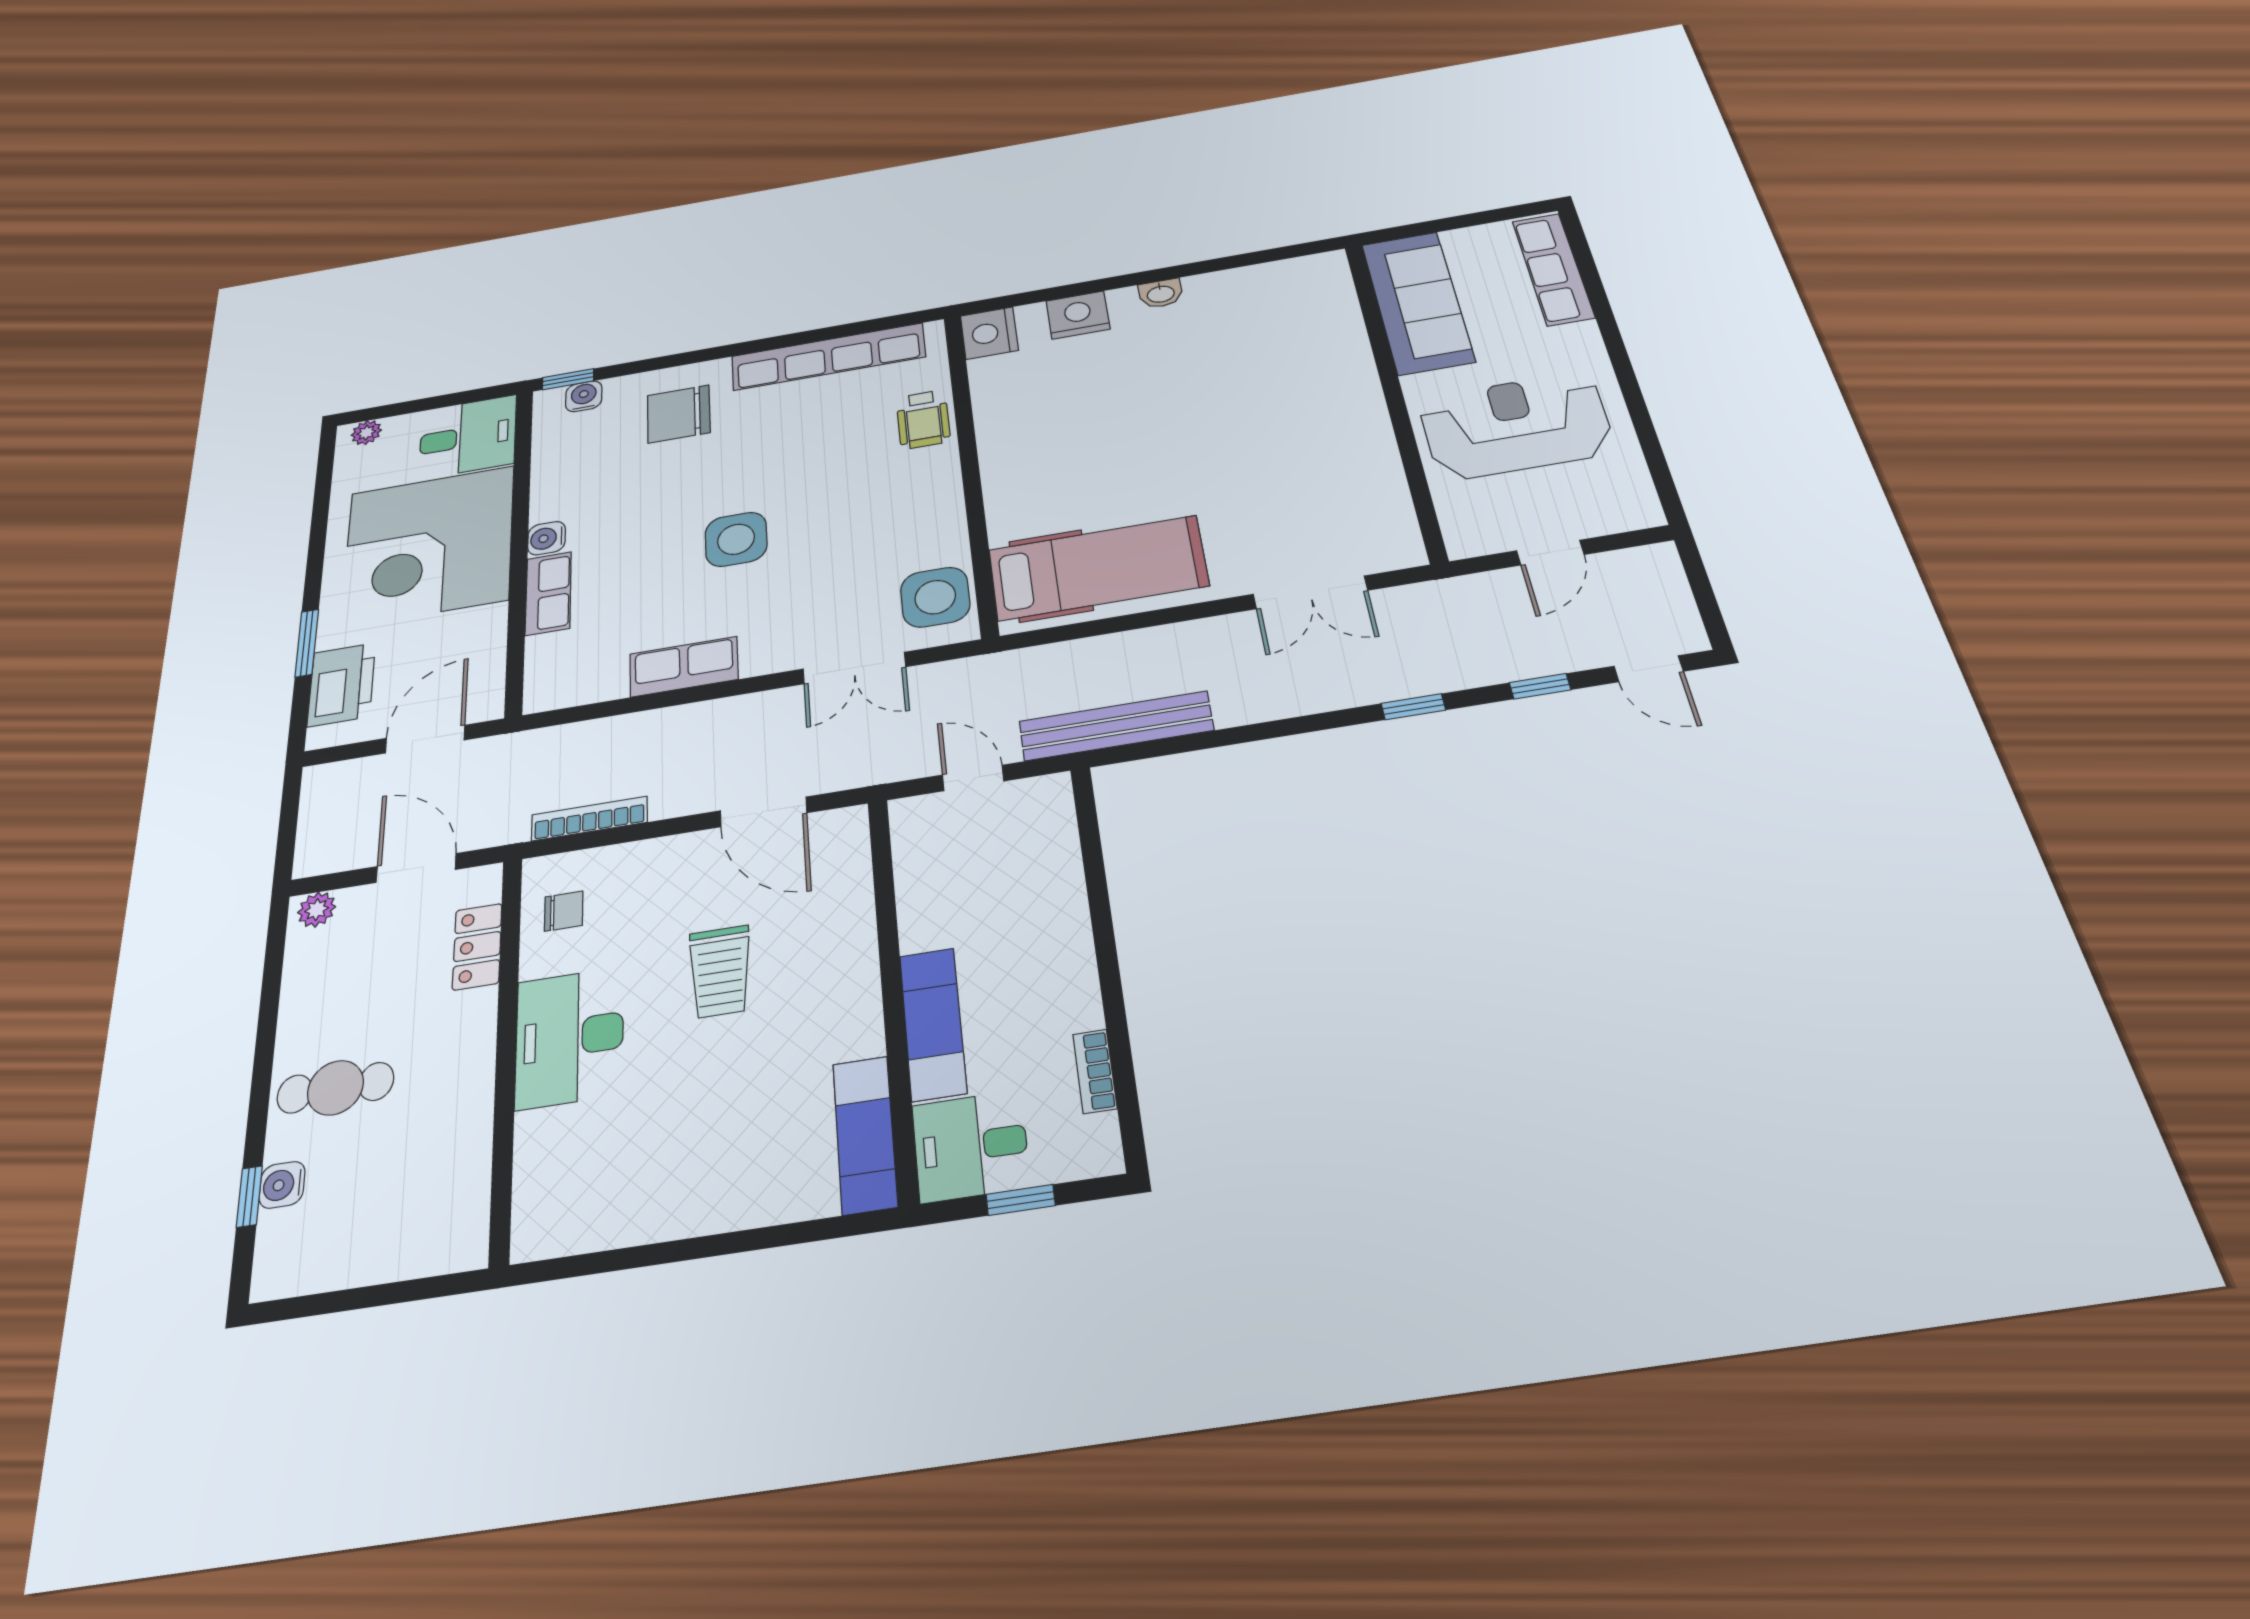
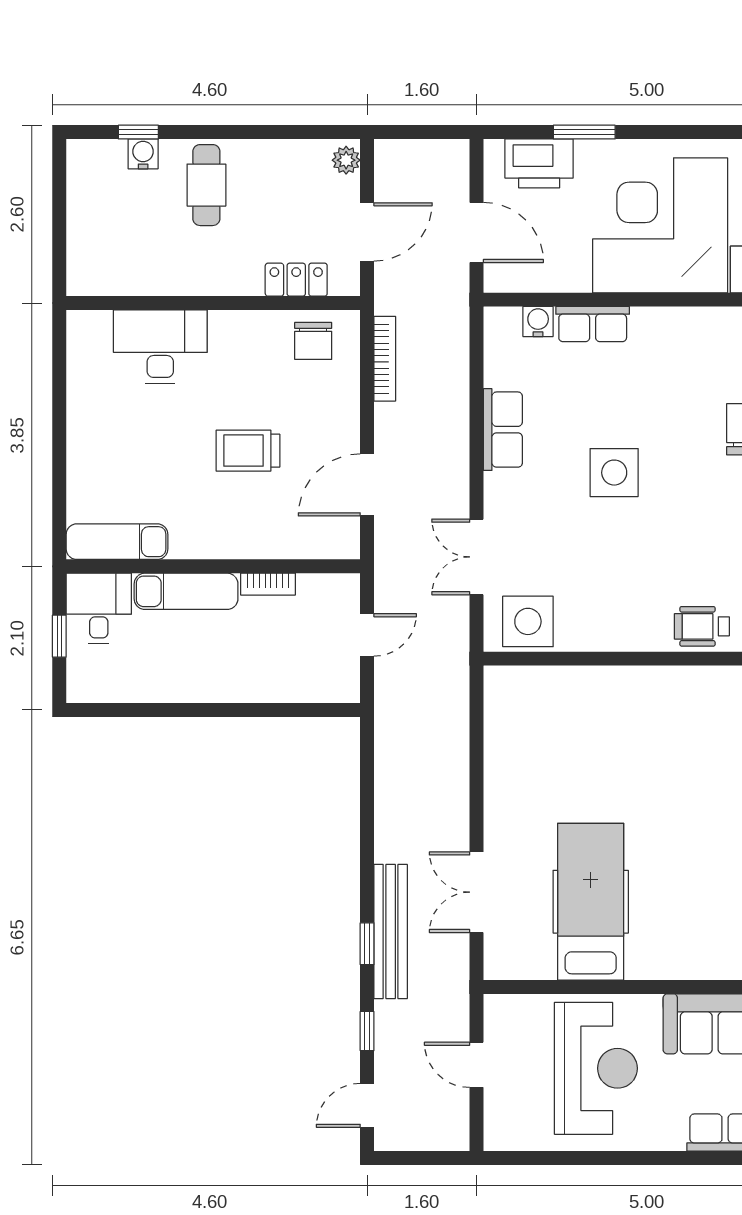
water cooler: (547, 538) -> (538, 322), moved
hospital bed: (1098, 568) -> (591, 902), moved, turned 180
bench: (1116, 726) -> (391, 931), moved
chair: (564, 911) -> (313, 341), width x1.37, depth x1.37
desk: (570, 1038) -> (160, 347), moved
bookcase: (1095, 1071) -> (268, 584), moved, turned 180

